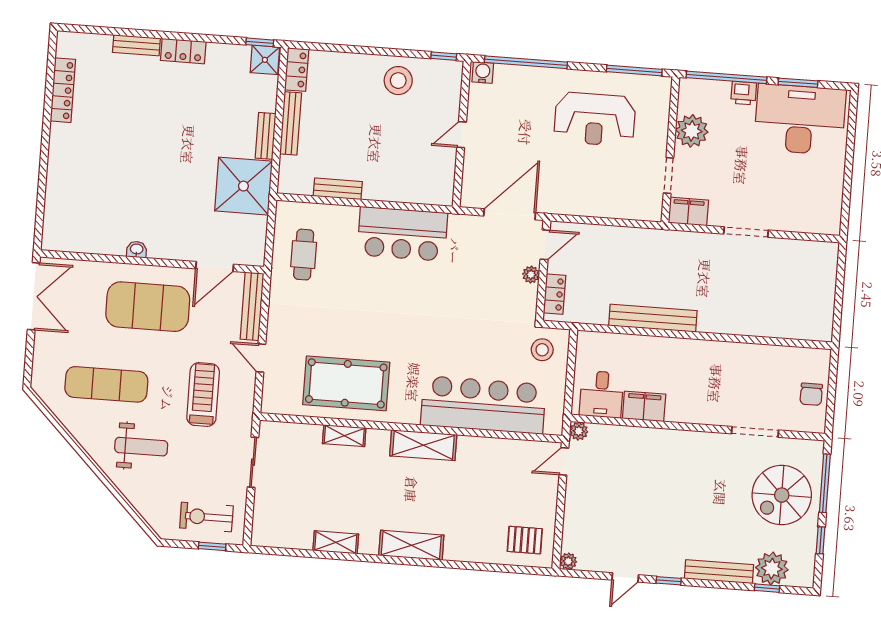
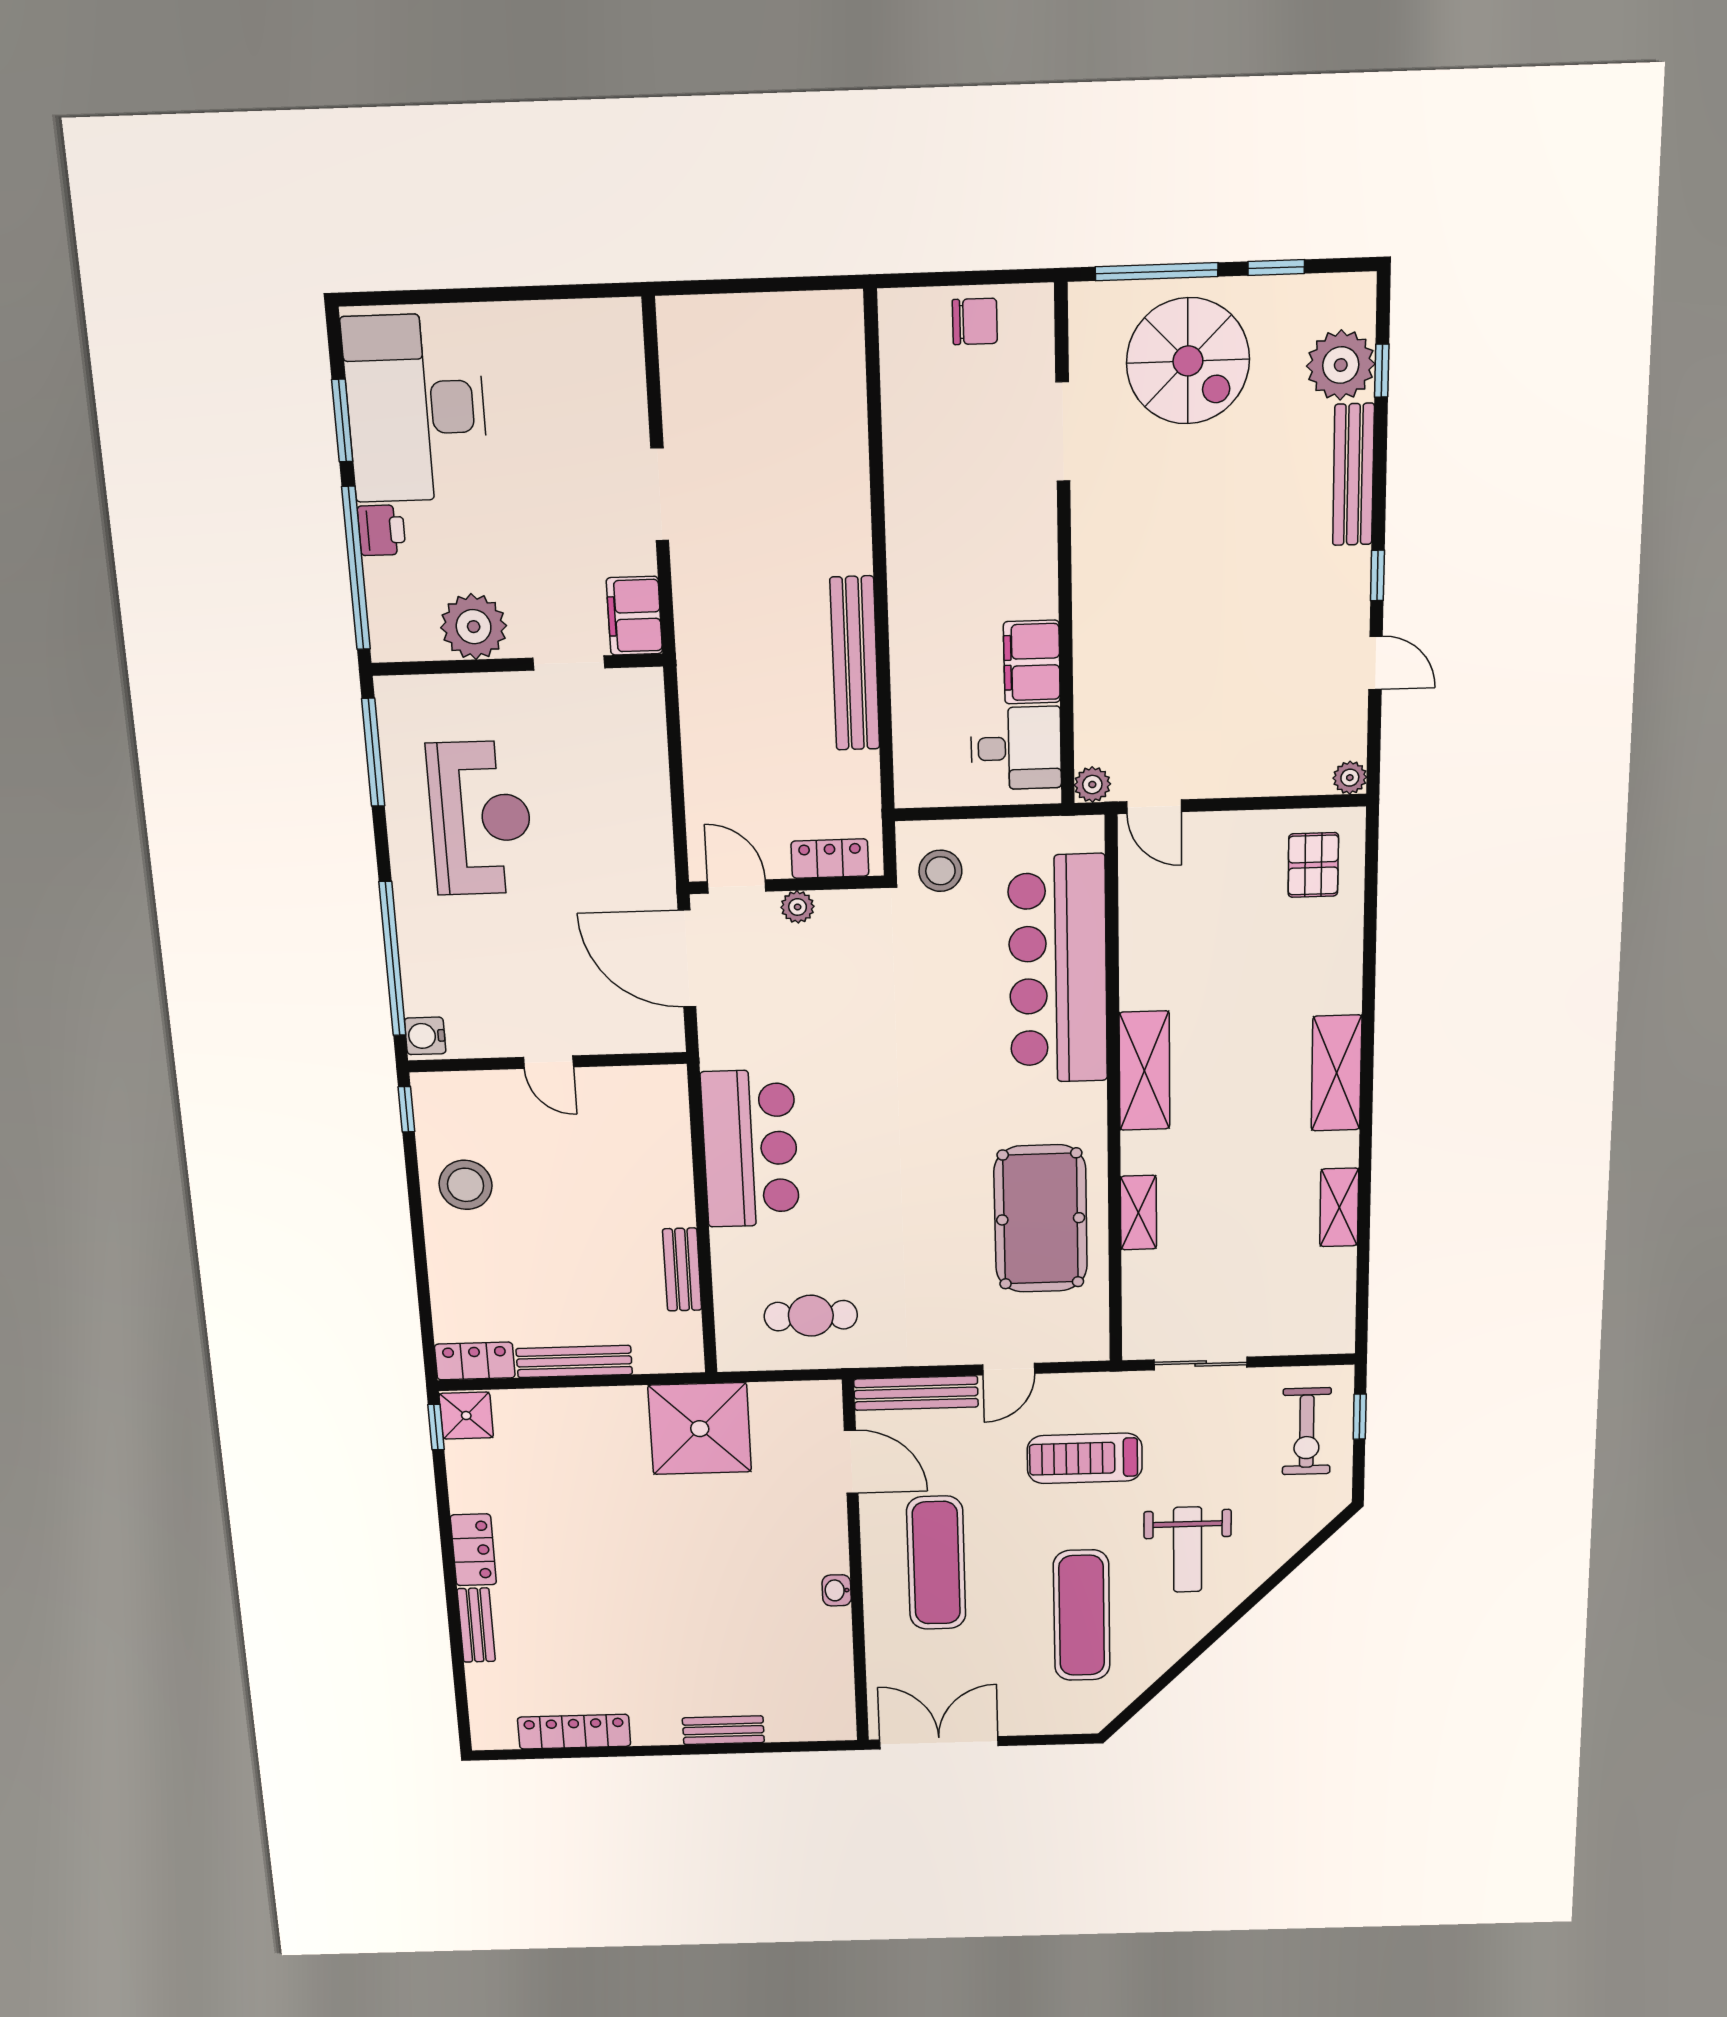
bench: (266, 136) -> (723, 1730), moved
exercise mat: (148, 307) -> (936, 1563), width x0.68
weight bench: (141, 447) -> (1188, 1550), turned 180

